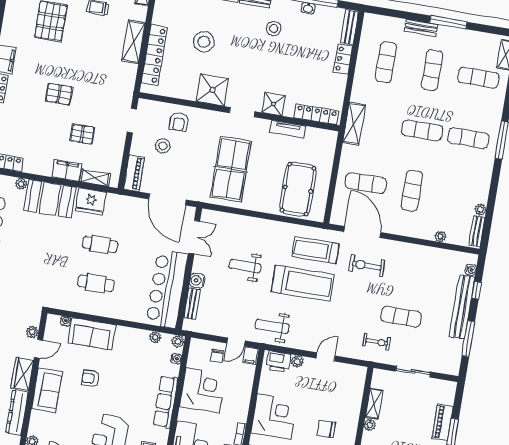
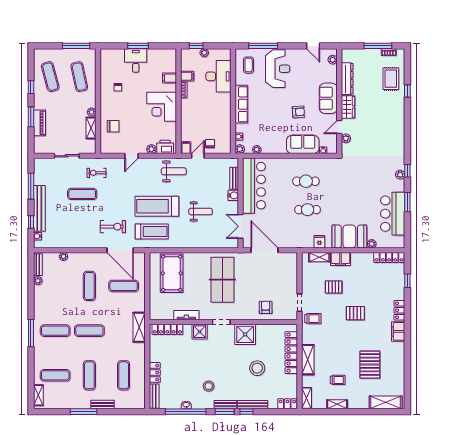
trolley: (117, 96) -> (313, 319), added
stool: (163, 146) -> (274, 288), removed
piano: (134, 173) -> (292, 265), removed
fridge: (91, 201) -> (319, 242), width x0.53, depth x0.75
corner desk: (202, 390) -> (216, 117), removed
chair: (326, 429) -> (113, 126), moved

